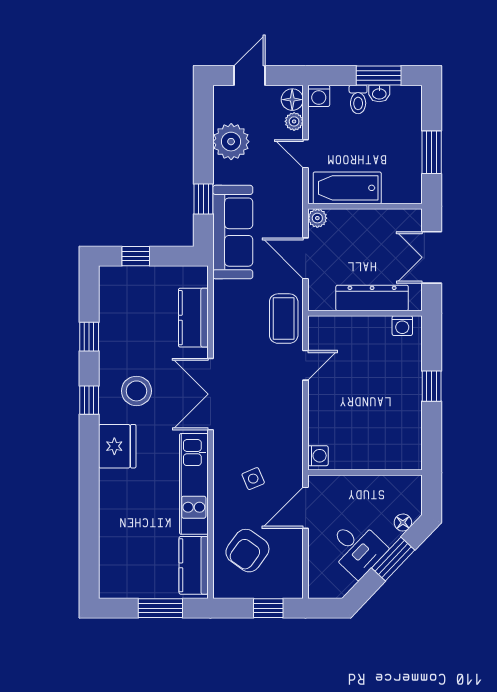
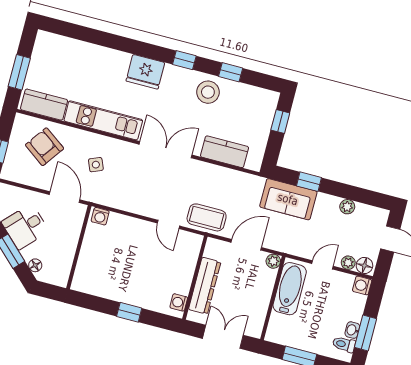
toilet: (358, 99) -> (344, 344), moved
plant: (231, 142) -> (347, 207), width x0.53, depth x0.53
sofa: (233, 232) -> (288, 199), width x0.73
stool: (136, 391) -> (208, 92), moved

